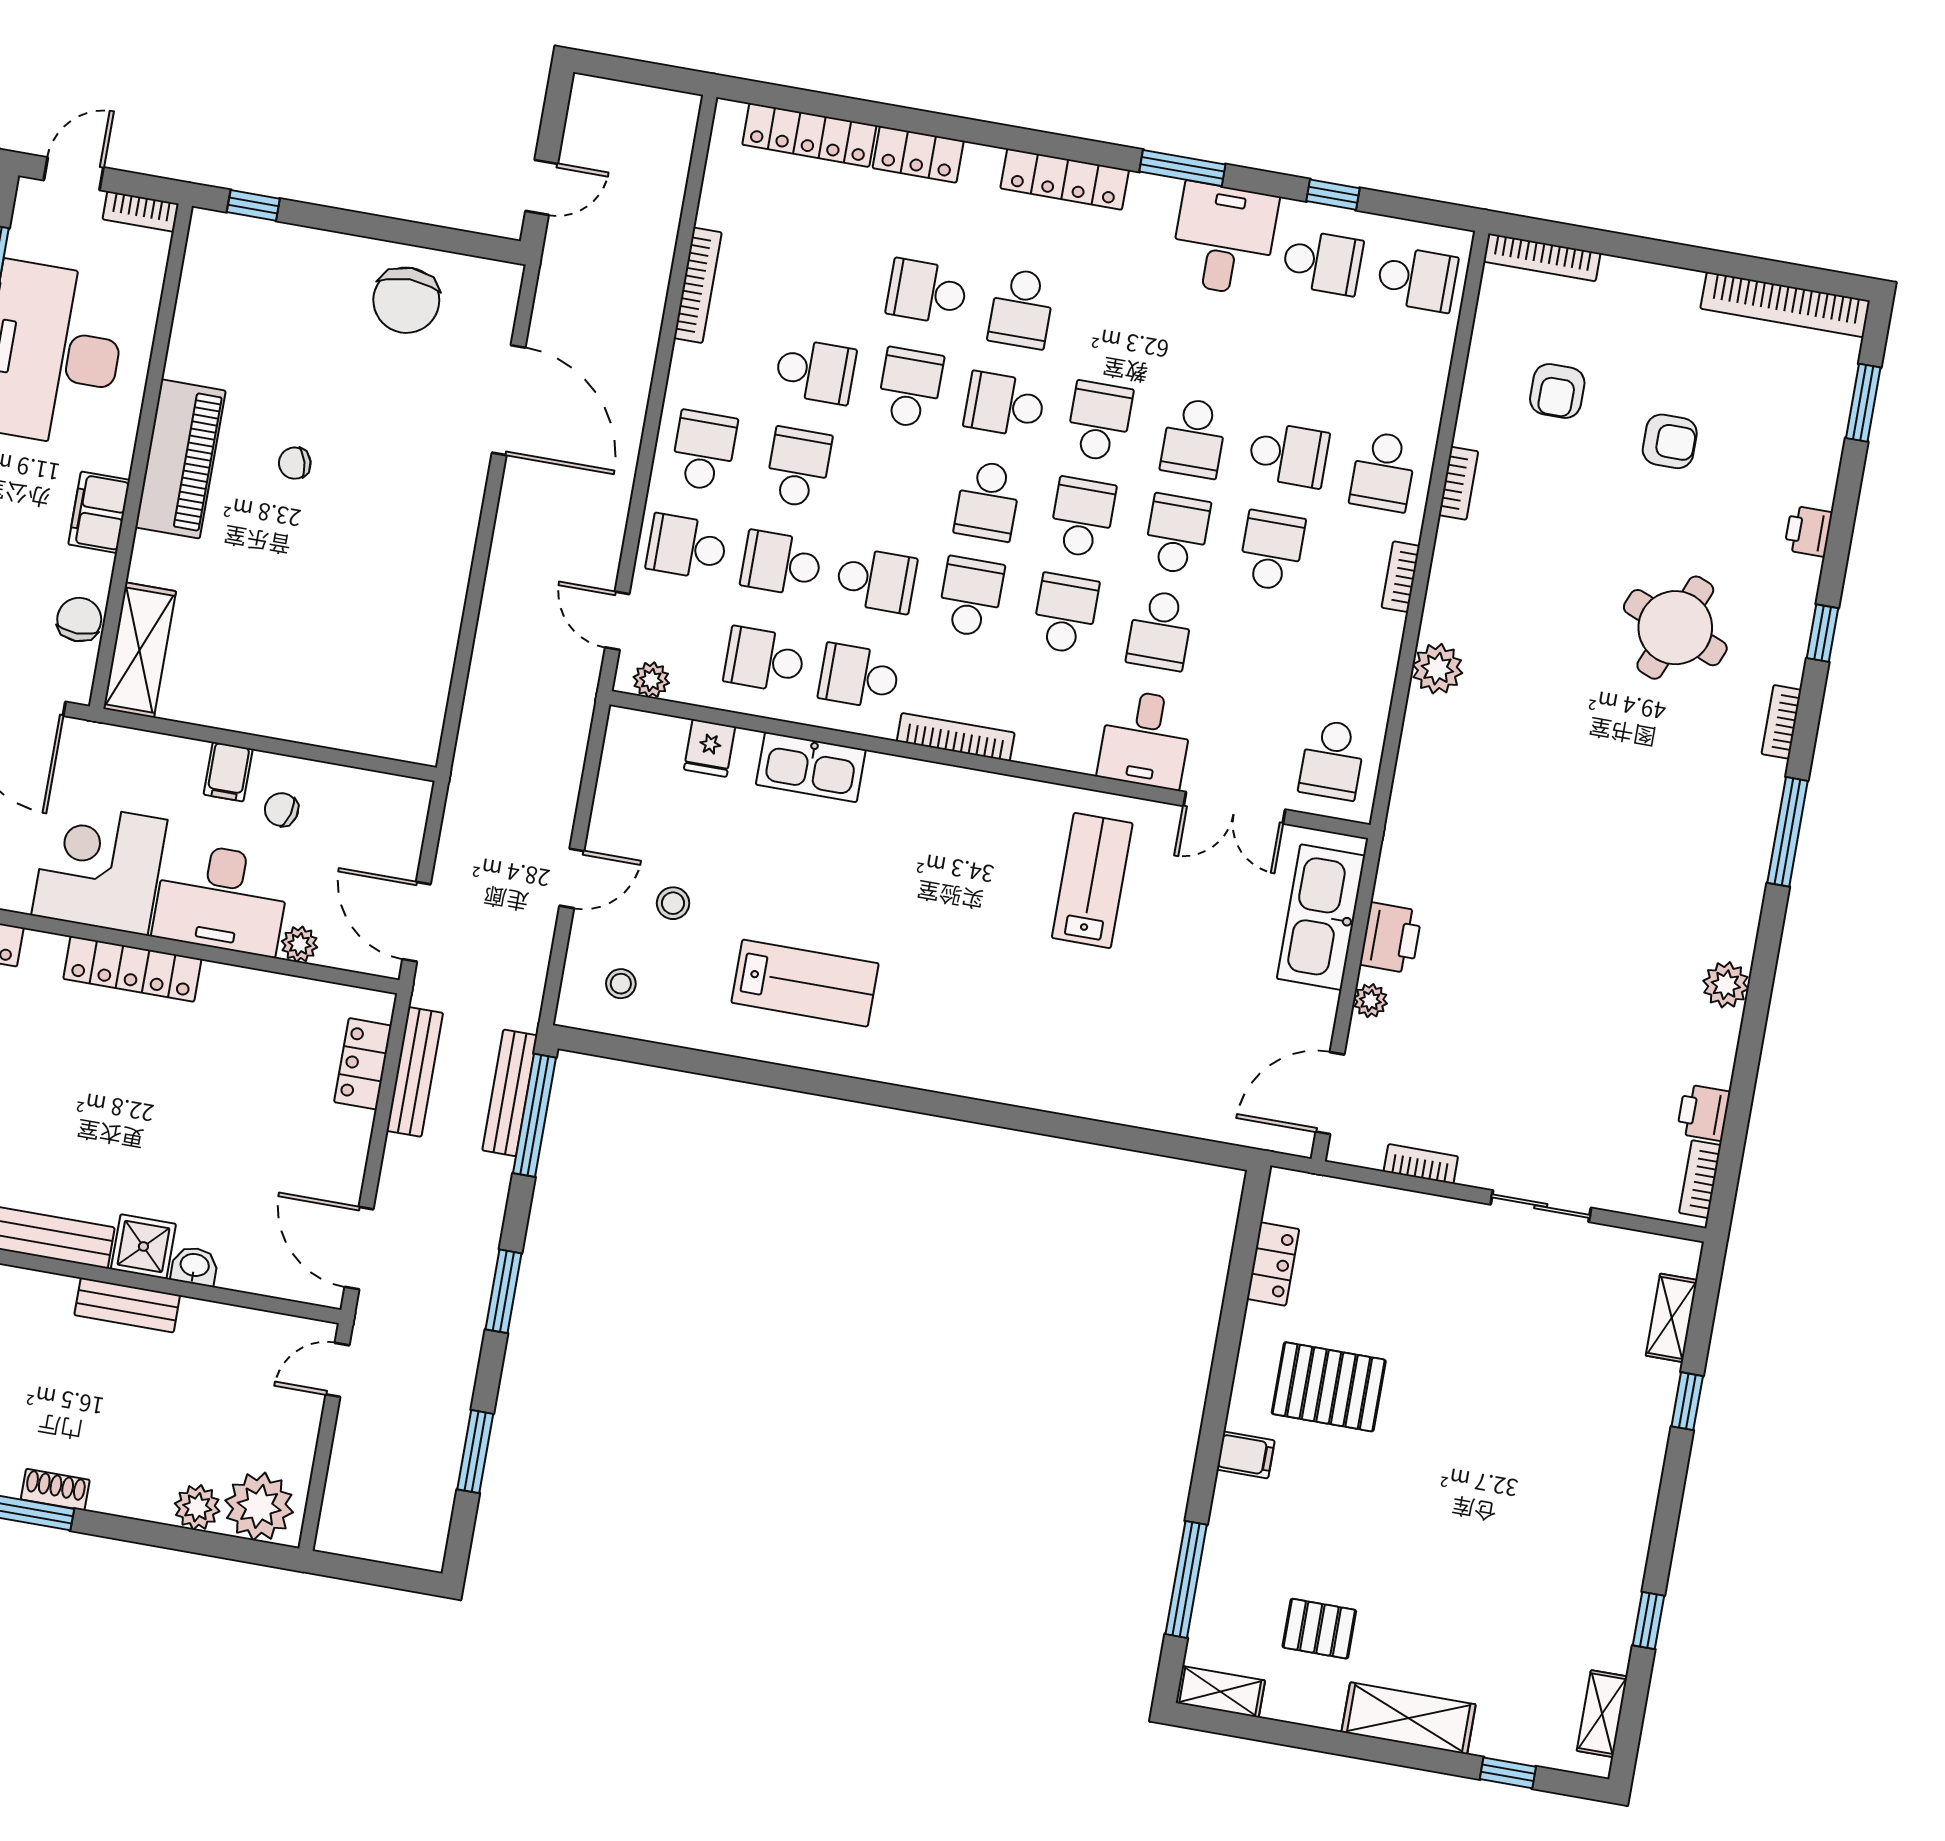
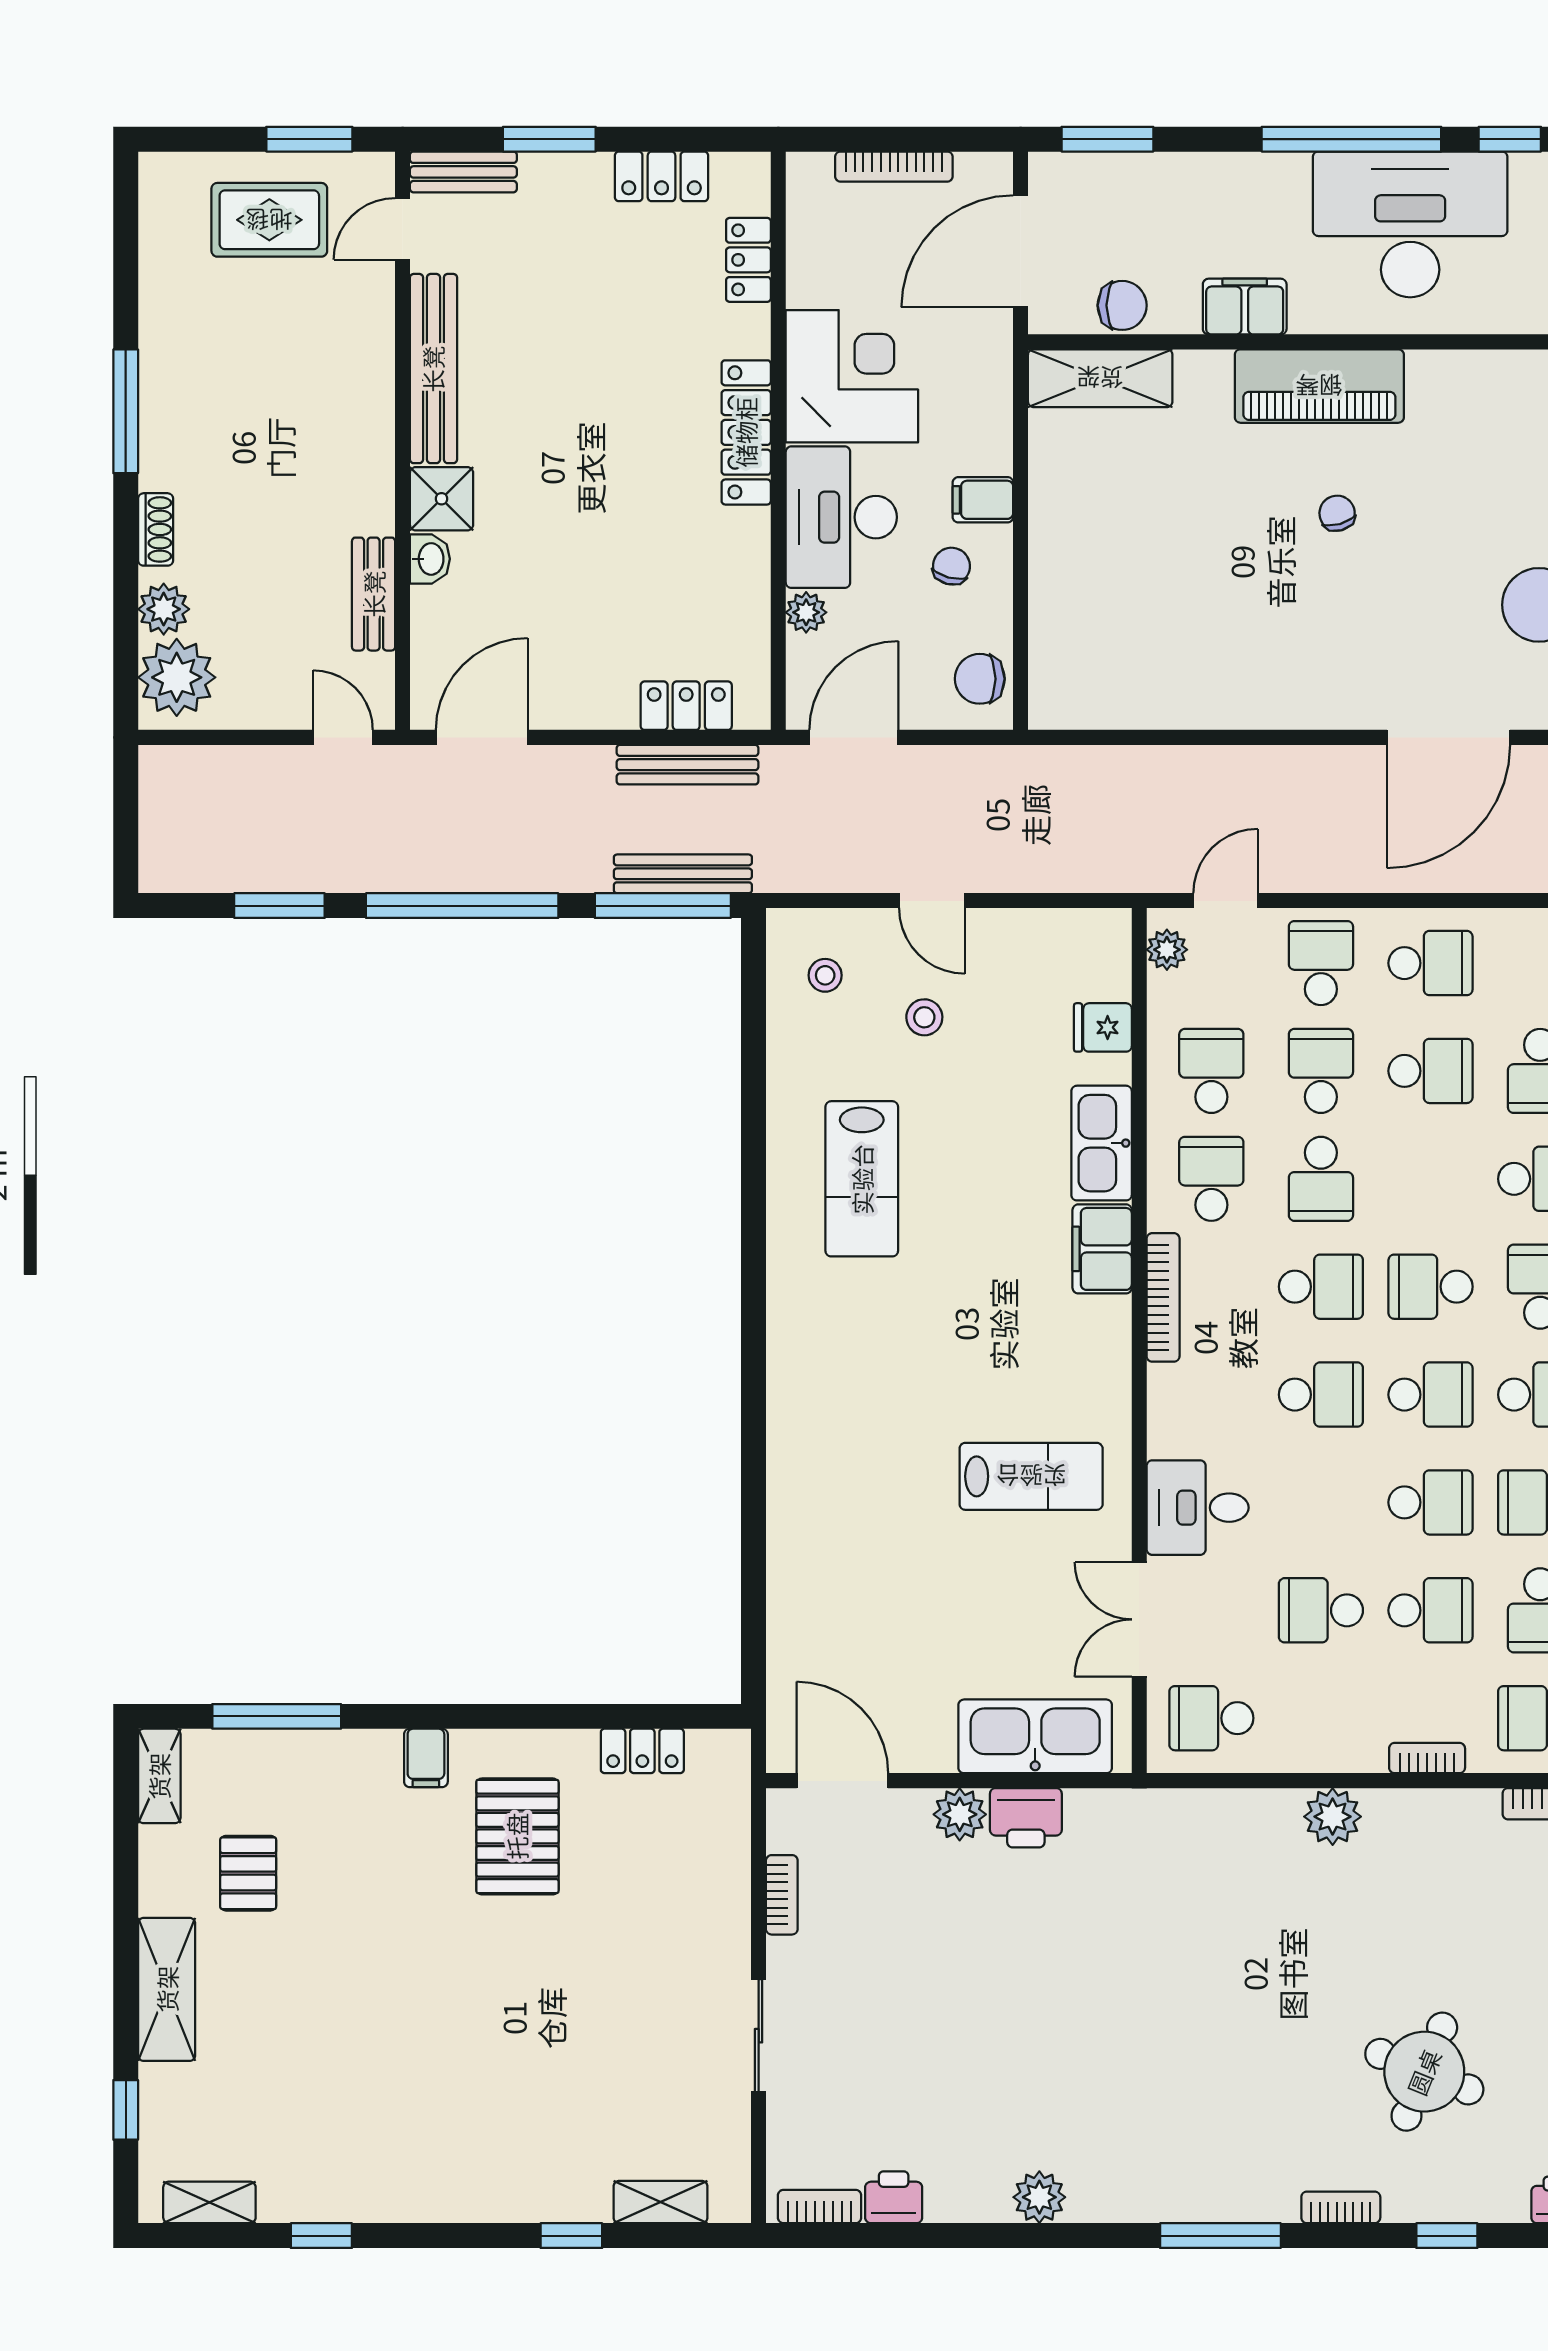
school desk: (1160, 630) -> (1321, 1610), moved
filing cabinet: (904, 783) -> (1102, 1249), added
chair: (385, 802) -> (980, 679), added
plant: (1370, 1001) -> (960, 1814), width x1.38, depth x1.38
window: (503, 1291) -> (462, 906), width x2.11
bench: (127, 1305) -> (374, 594), moved
shoe rack: (55, 1490) -> (156, 529), moved

